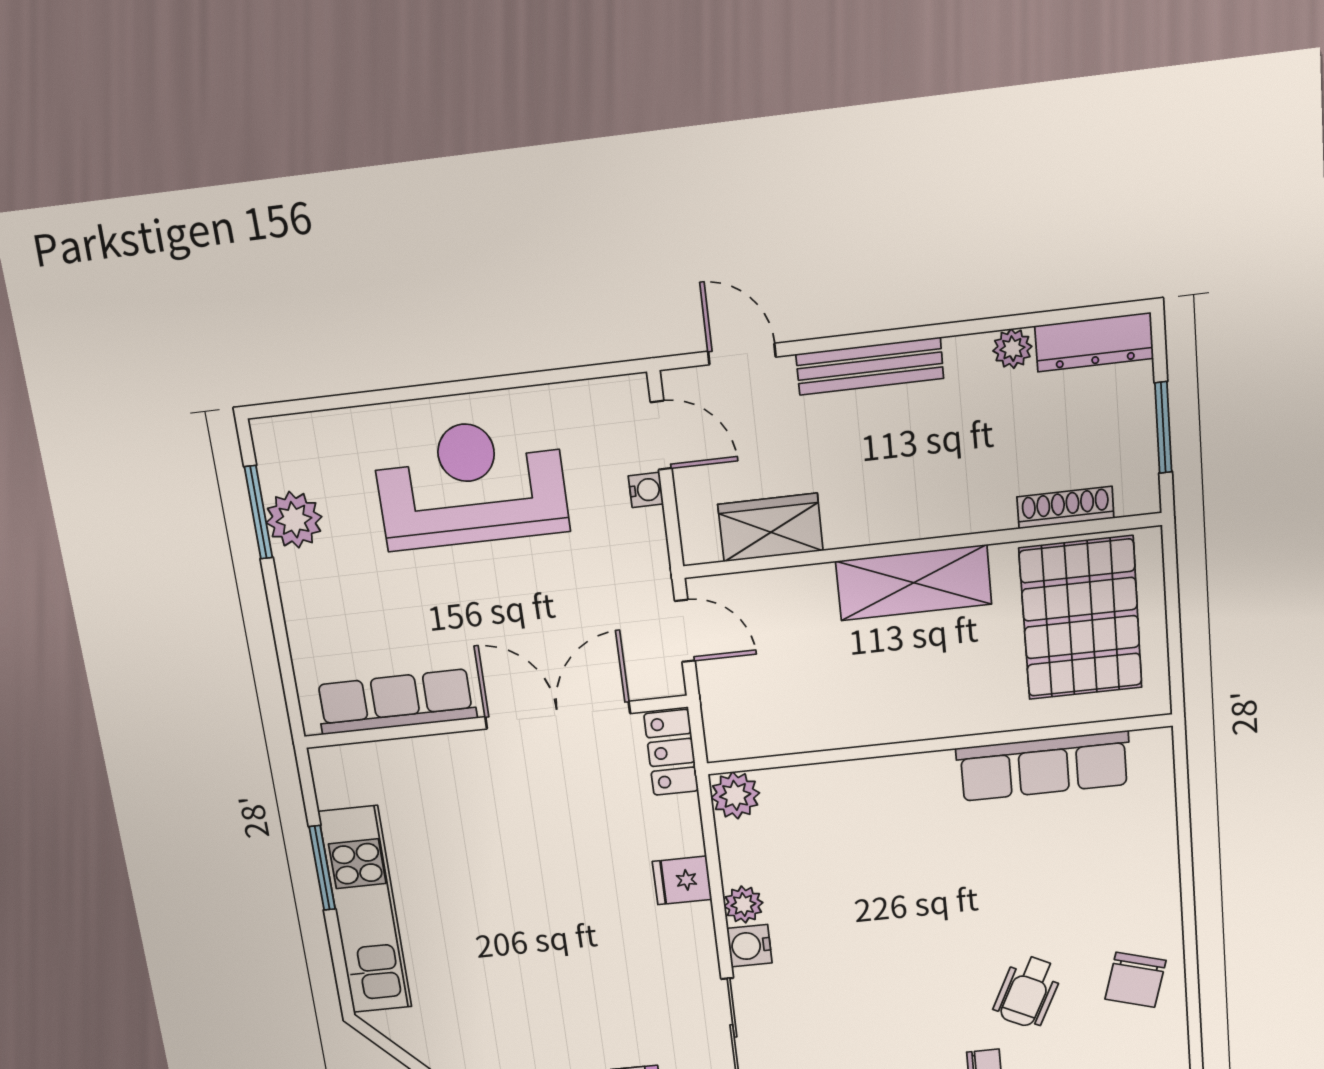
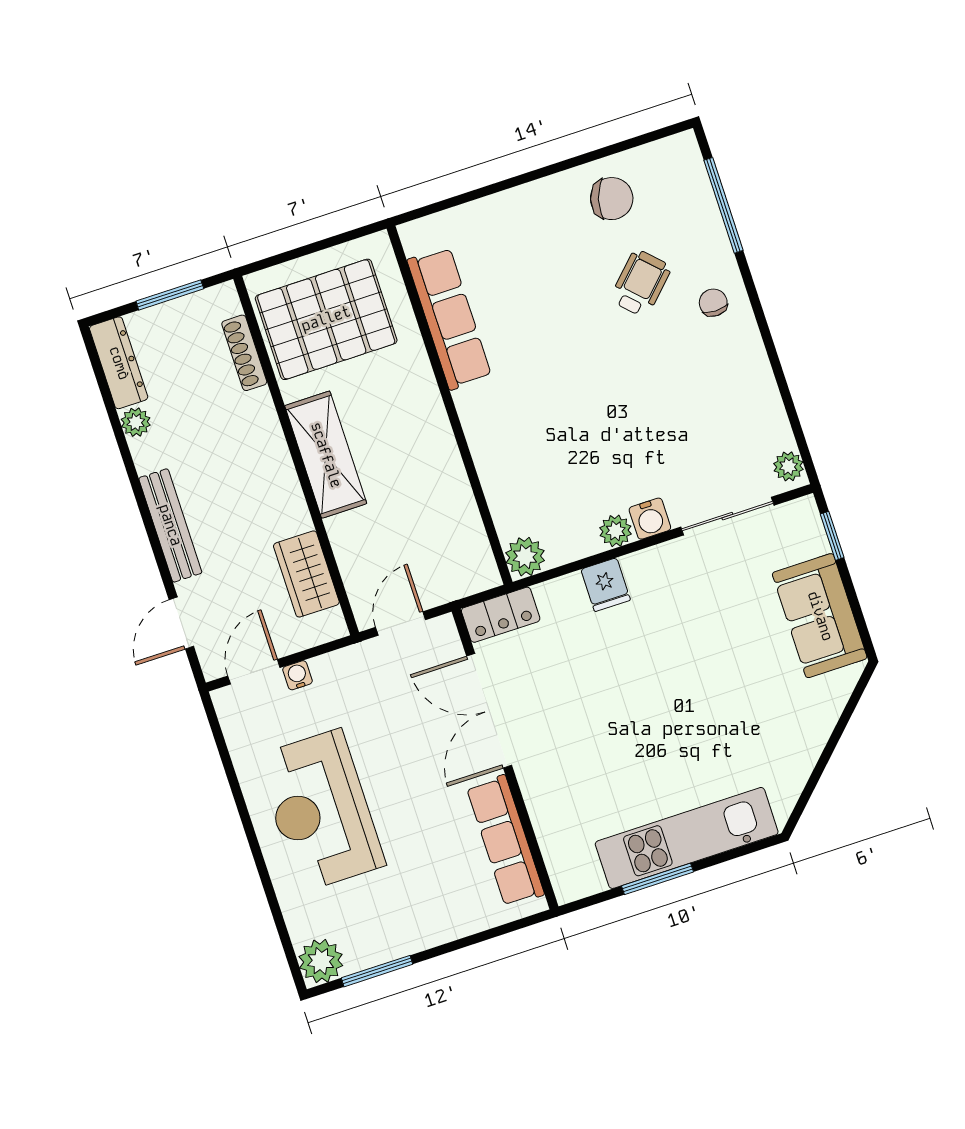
plant: (294, 520) -> (321, 961), moved
wheelchair: (1028, 991) -> (641, 283), turned -71

